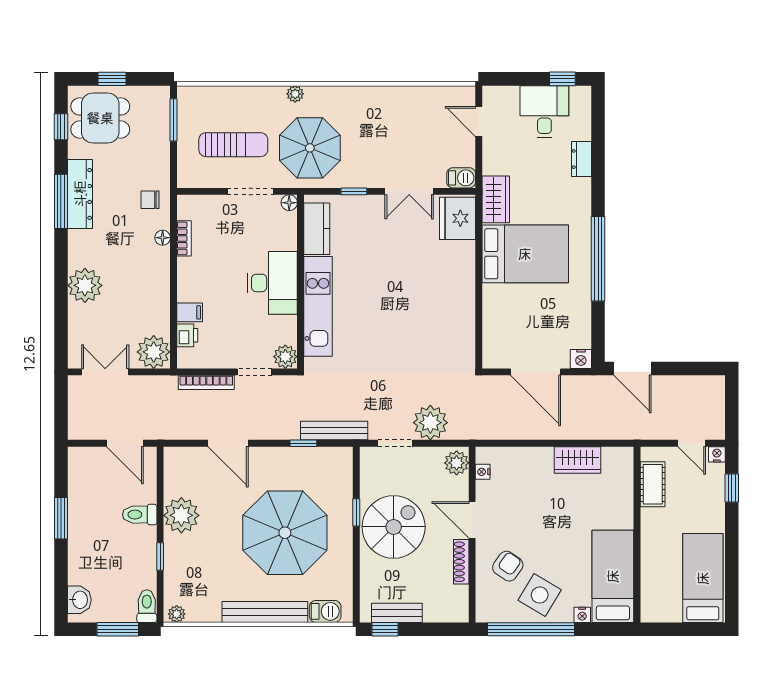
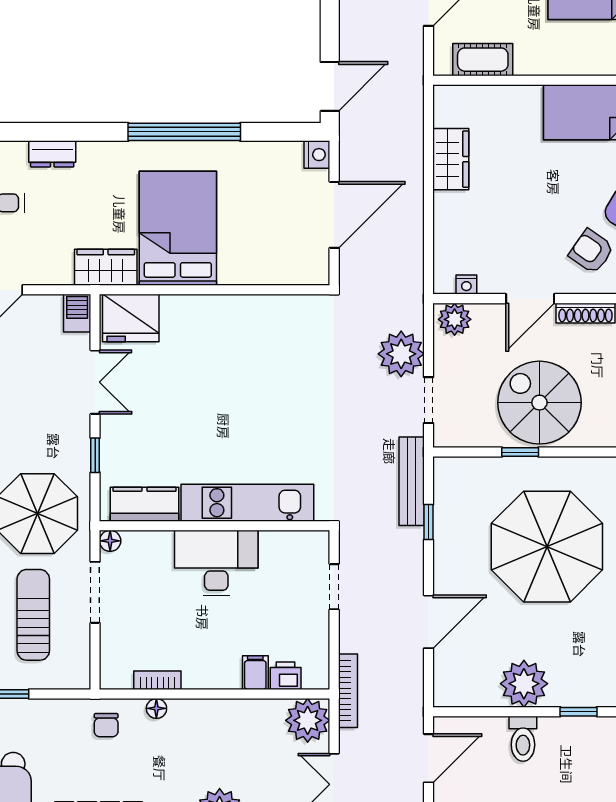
plant: (285, 357) -> (314, 546), removed
bookcase: (206, 382) -> (348, 691), moved

